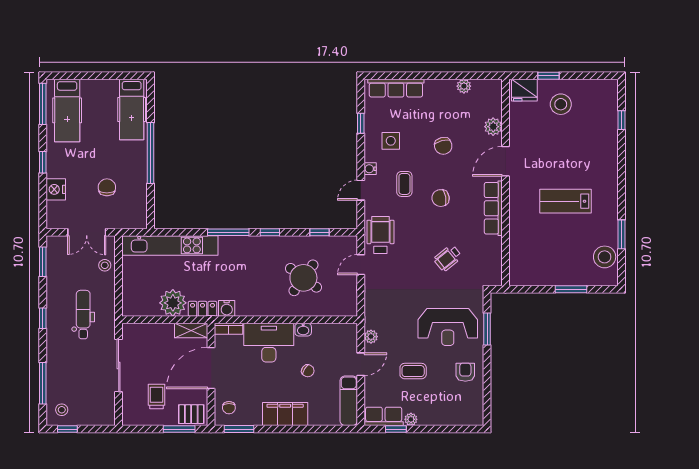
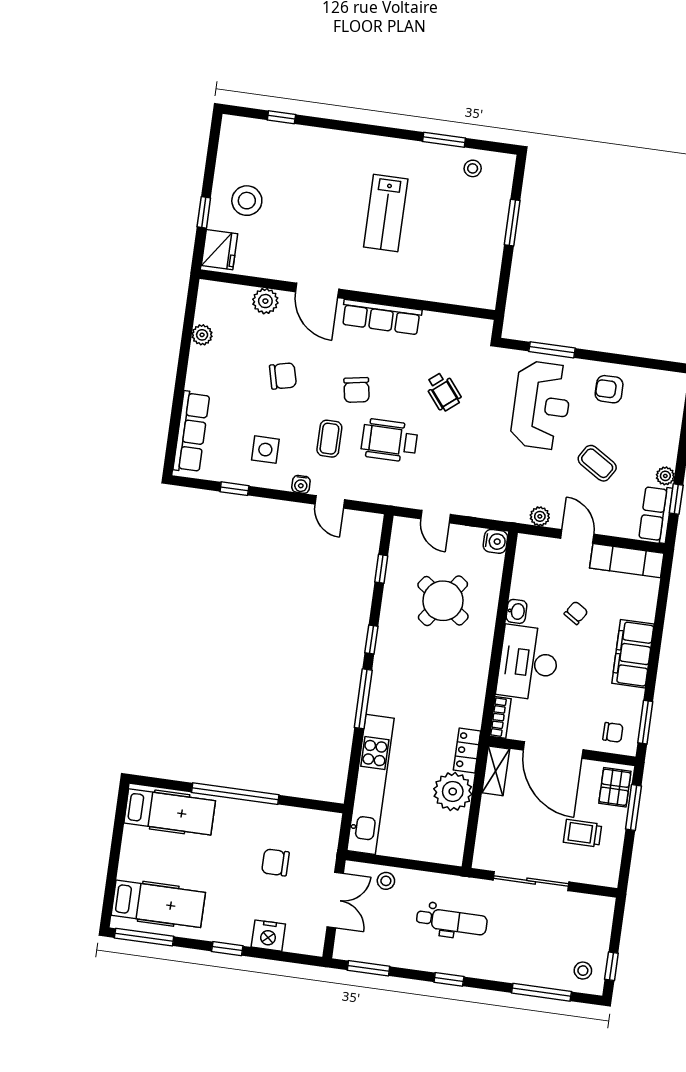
coffee table: (404, 184) -> (329, 439), turned 90
wheelchair: (380, 235) -> (389, 440), moved
stool: (605, 257) -> (473, 168), width x0.53, depth x0.53
water cooler: (227, 308) -> (495, 541), moved
dental chair: (83, 315) -> (452, 921), turned 180
coffee table: (413, 371) -> (597, 463), turned -58

